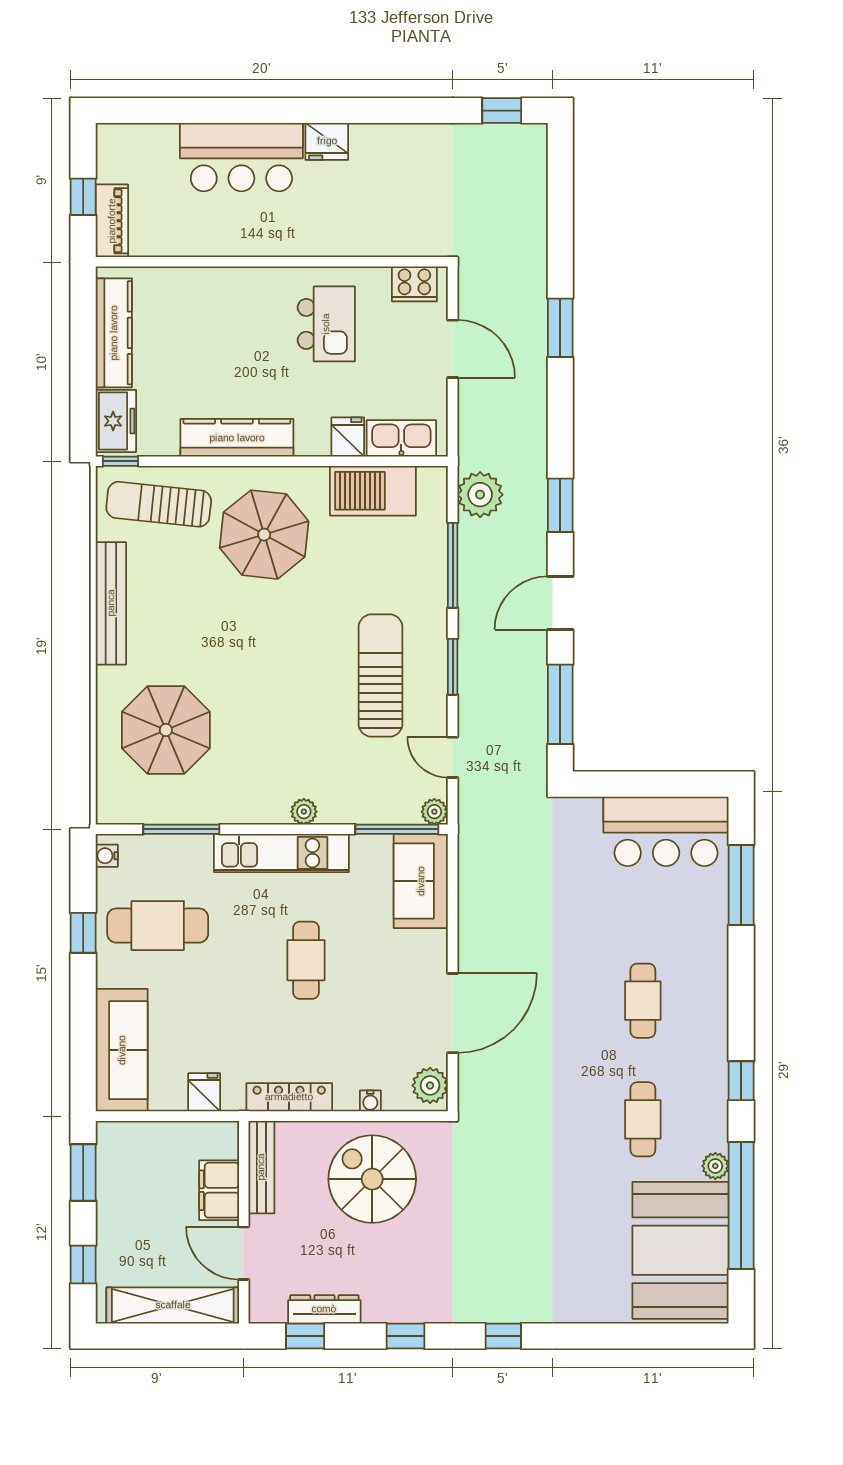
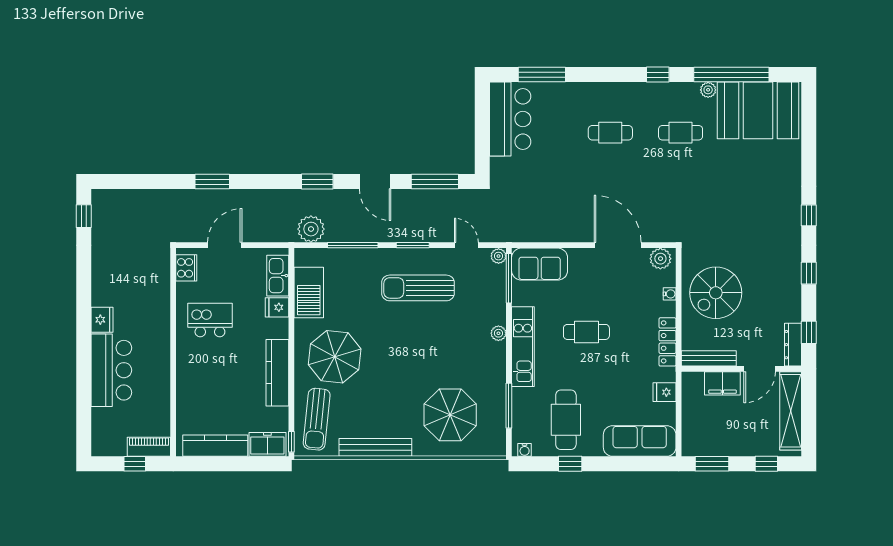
door: (453, 757) -> (466, 245), swing flipped
dresser: (324, 1309) -> (793, 345), moved

